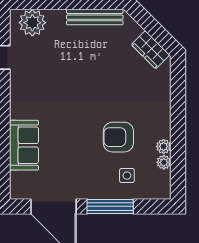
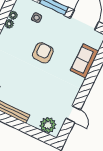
armchair: (118, 137) -> (43, 53), moved, turned -90

